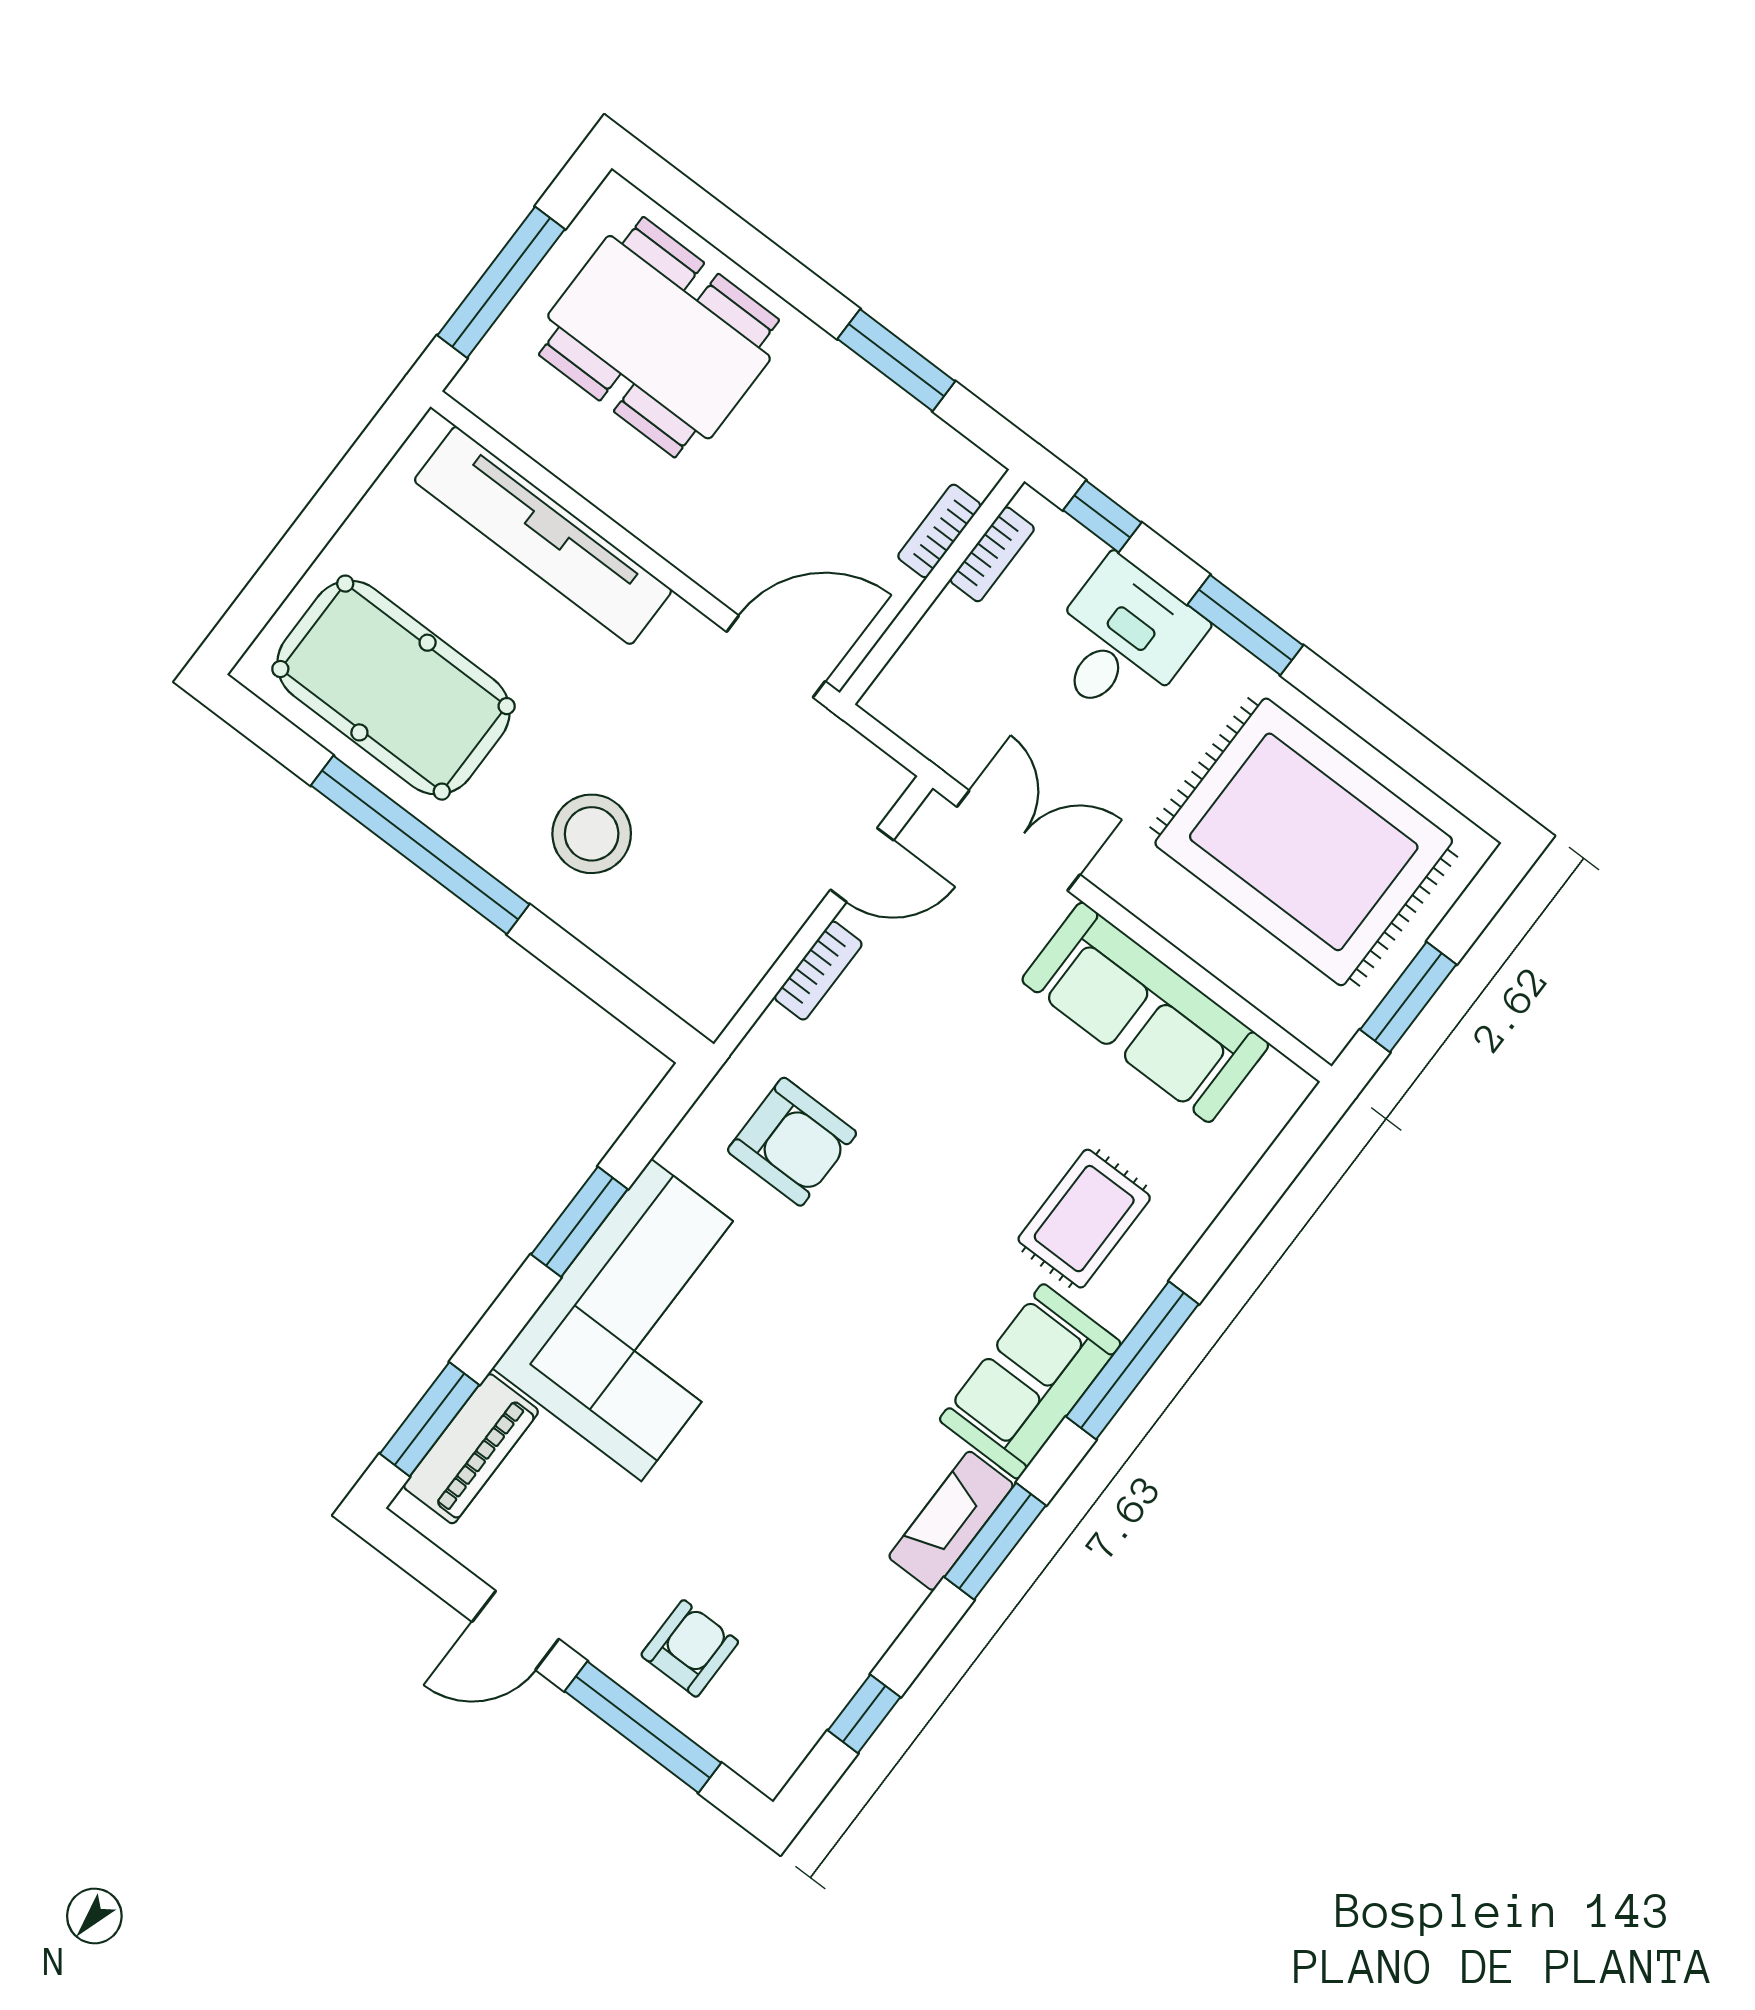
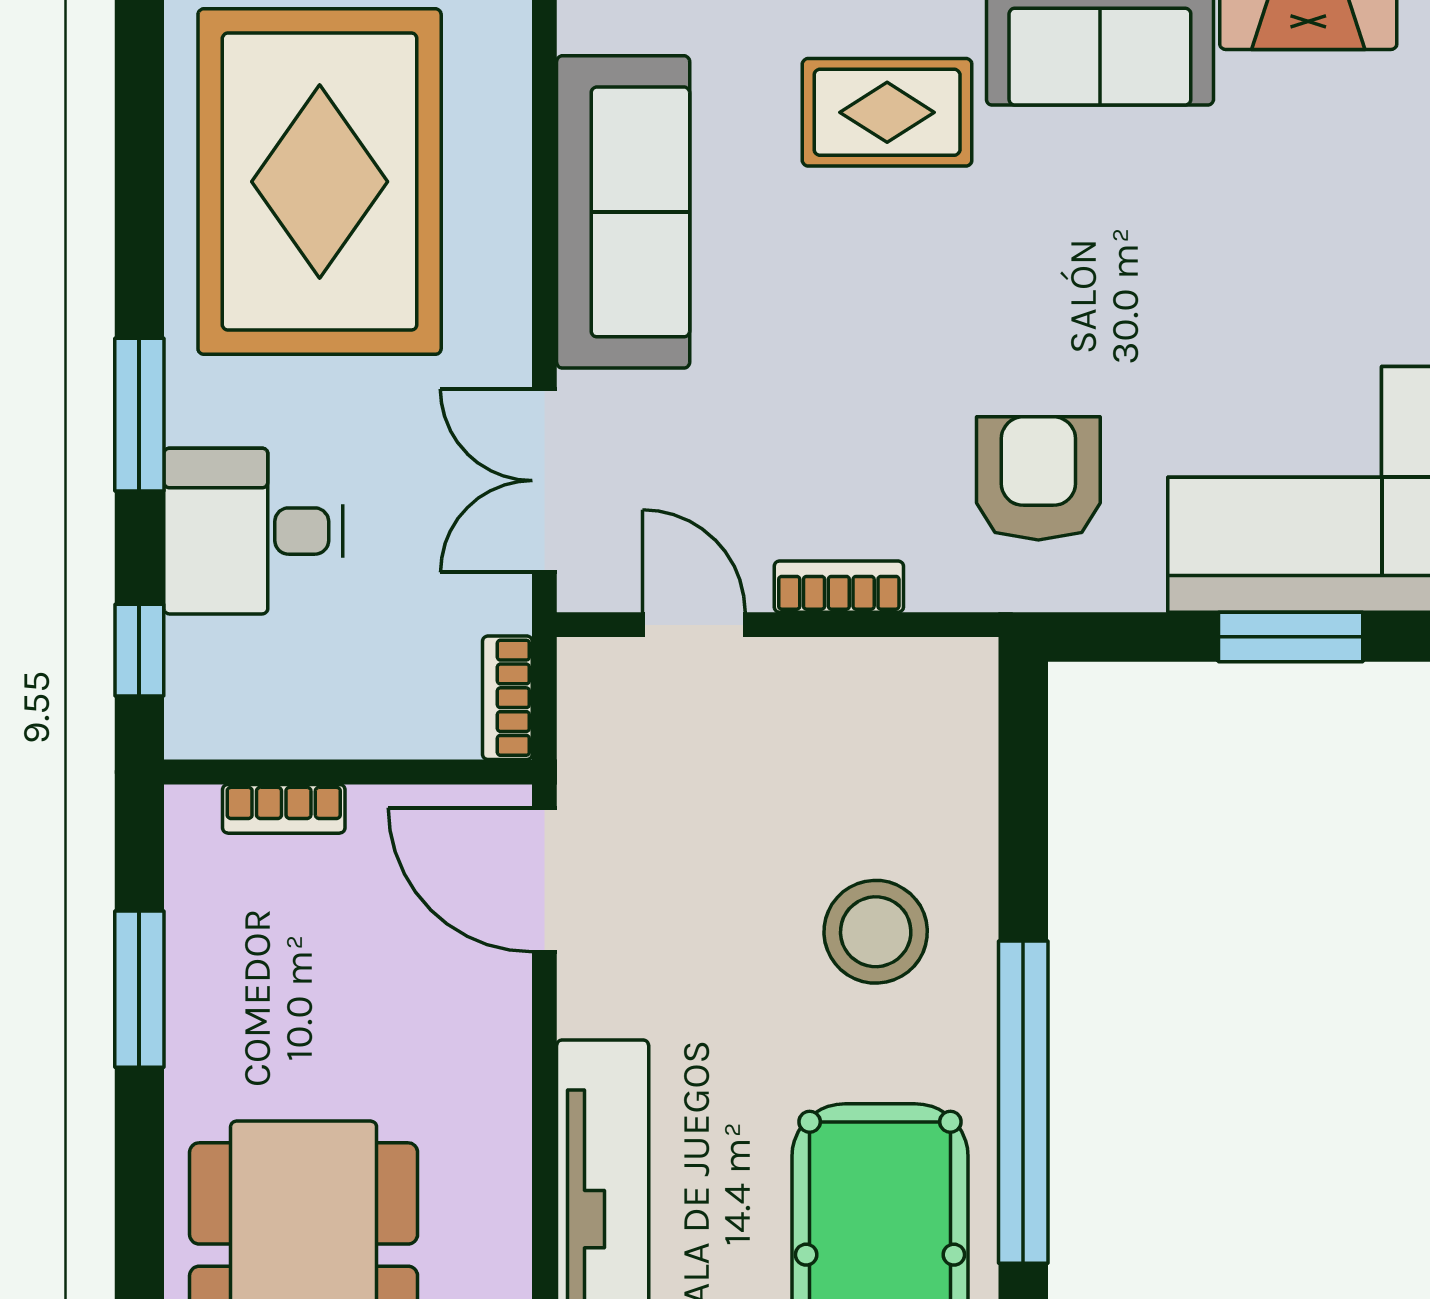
bookcase: (992, 554) -> (507, 698), moved, turned -90

